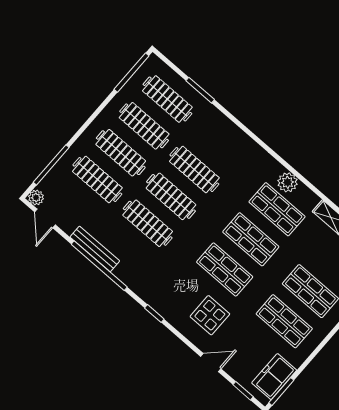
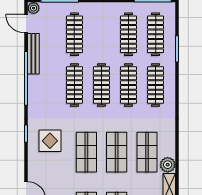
clothes rail: (121, 153) -> (156, 85), moved
plant: (288, 182) -> (168, 165), moved
door: (45, 218) -> (26, 24), hinge flipped
bench: (95, 249) -> (33, 54), moved
display table: (210, 315) -> (50, 141), moved

